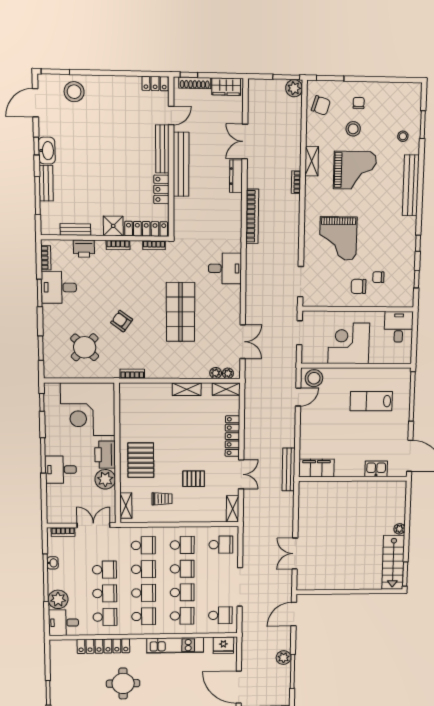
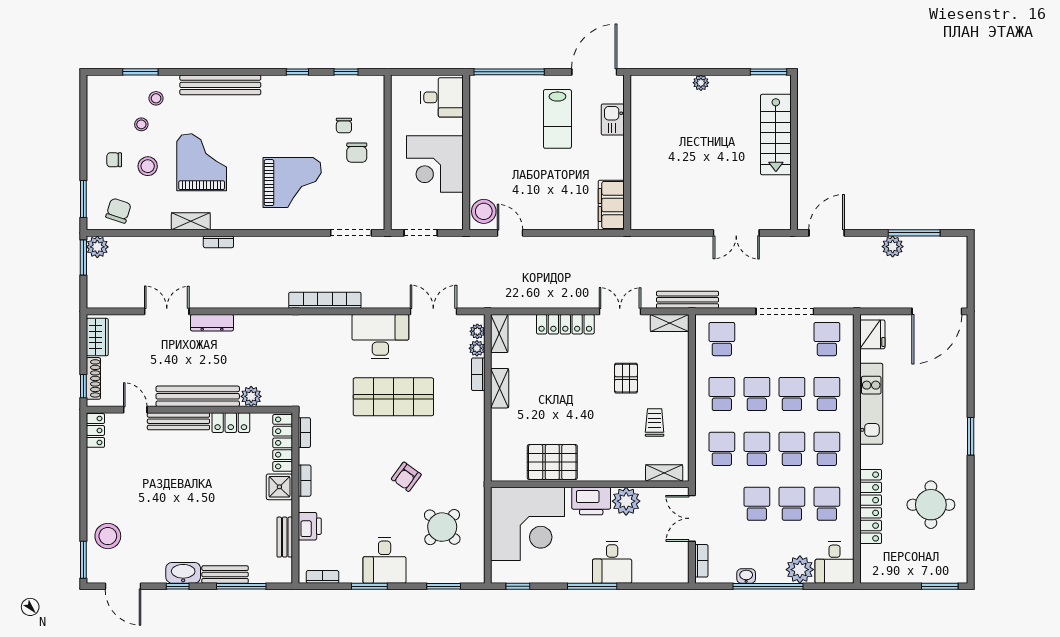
stool: (384, 125) -> (141, 124), added
double door: (245, 142) -> (167, 311), swing flipped
plant: (181, 205) -> (251, 396), added
bookcase: (252, 216) -> (325, 300), moved
desk: (225, 268) -> (380, 337), moved, width x1.37
desk: (59, 287) -> (385, 560), moved
desk: (399, 327) -> (442, 97), moved, turned 180
bookcase: (132, 374) -> (478, 374), moved
lab bench: (371, 401) -> (557, 119), moved
pallet: (141, 460) -> (552, 462), moved
bench: (289, 469) -> (688, 300), moved
stairs: (393, 562) -> (776, 135), moved, turned 90
door: (294, 614) -> (827, 233), swing flipped
round table: (123, 683) -> (931, 505), moved

